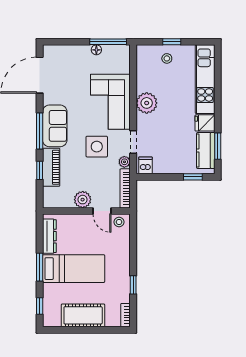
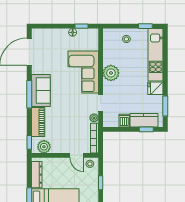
window: (108, 42) -> (82, 26), width x0.46
window: (172, 42) -> (145, 26), moved
side table: (97, 147) -> (73, 106), removed
kitchen counter: (206, 150) -> (144, 120), moved, turned 90
dishwasher: (145, 165) -> (124, 121), moved
window: (40, 170) -> (29, 142), moved
plant: (83, 200) -> (44, 147), moved
window: (133, 247) -> (101, 183), added

